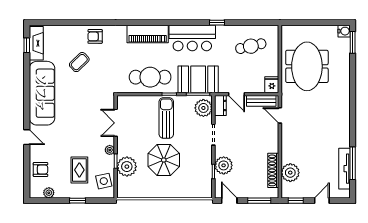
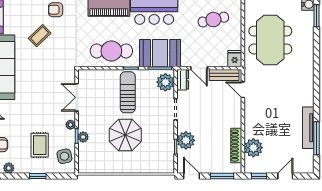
plant: (127, 167) -> (83, 137), width x0.53, depth x0.53
tv unit: (344, 169) -> (308, 128), moved

